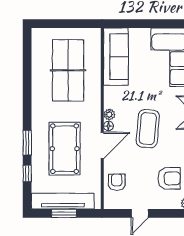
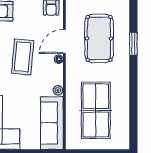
plant: (109, 114) -> (58, 90), moved
window: (27, 174) -> (133, 16), removed

